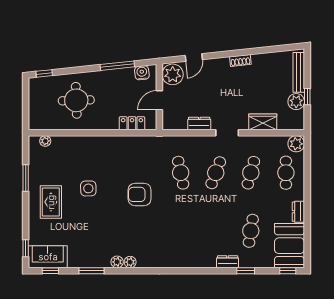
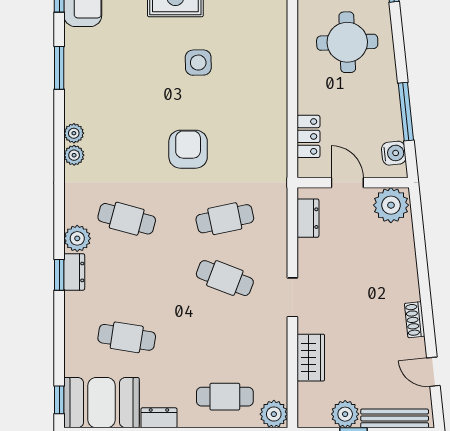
door: (194, 58) -> (433, 372), moved
dresser: (199, 124) -> (308, 218), moved
cafe table: (251, 173) -> (127, 219), moved
plant: (192, 260) -> (77, 238), added
plant: (117, 262) -> (74, 155), moved
dresser: (228, 262) -> (74, 272), moved
window: (246, 271) -> (59, 275), moved

